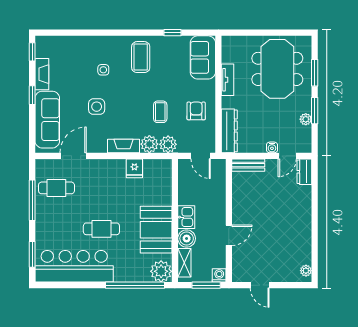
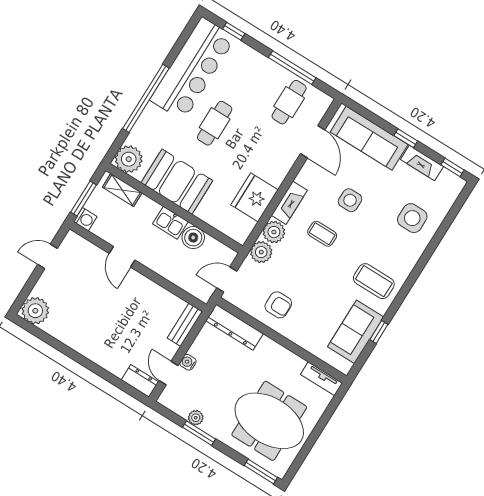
sofa: (203, 57) -> (356, 332), moved, turned -90
side table: (103, 70) -> (412, 218), moved, width x1.87, depth x1.87
window: (315, 73) -> (261, 472), moved
tv unit: (227, 80) -> (321, 379), moved
coffee table: (160, 112) -> (322, 234), moved
fridge: (134, 168) -> (254, 197), width x1.88, depth x1.34
boiler: (187, 238) -> (193, 238), moved
window: (32, 254) -> (234, 31), width x0.67
plant: (306, 271) -> (35, 311), width x1.88, depth x1.88
window: (135, 285) -> (146, 98), moved

